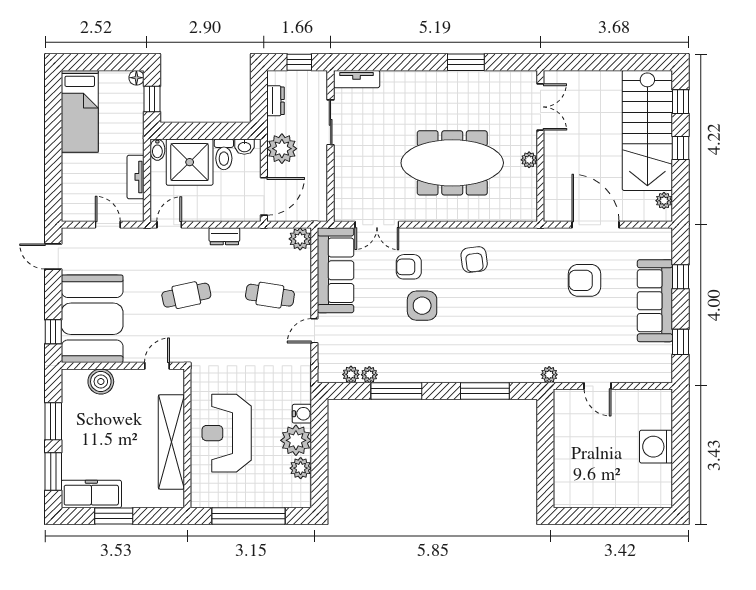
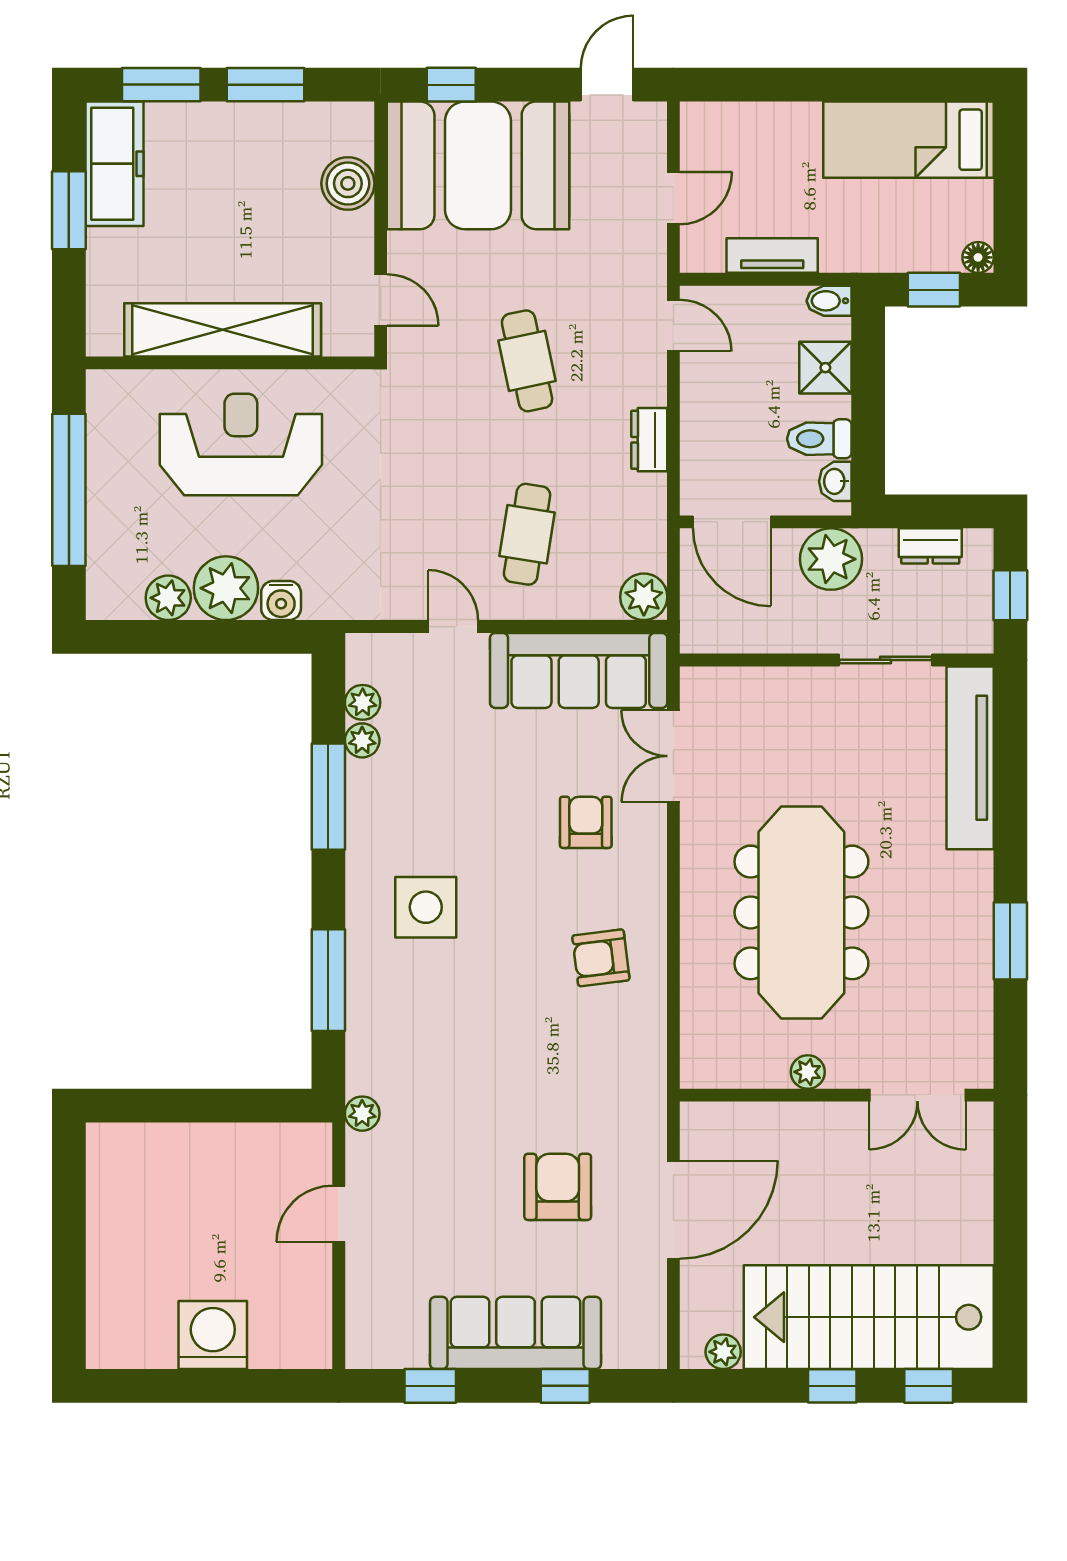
tv unit: (357, 79) -> (970, 758), width x1.92, depth x1.29
shower: (190, 162) -> (825, 368), width x0.54, depth x0.54
side table: (422, 306) -> (426, 907), moved

